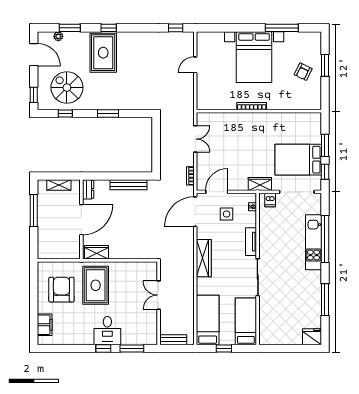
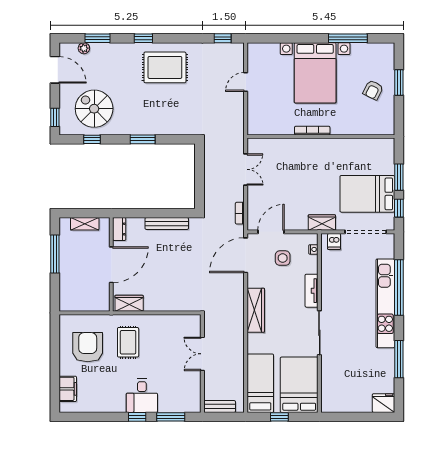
rug: (103, 53) -> (165, 67), moved, turned 90
kitchen unit: (314, 242) -> (385, 303), width x1.36
rug: (96, 285) -> (128, 342), width x0.73, depth x0.70
bed: (246, 321) -> (299, 385), width x1.50

